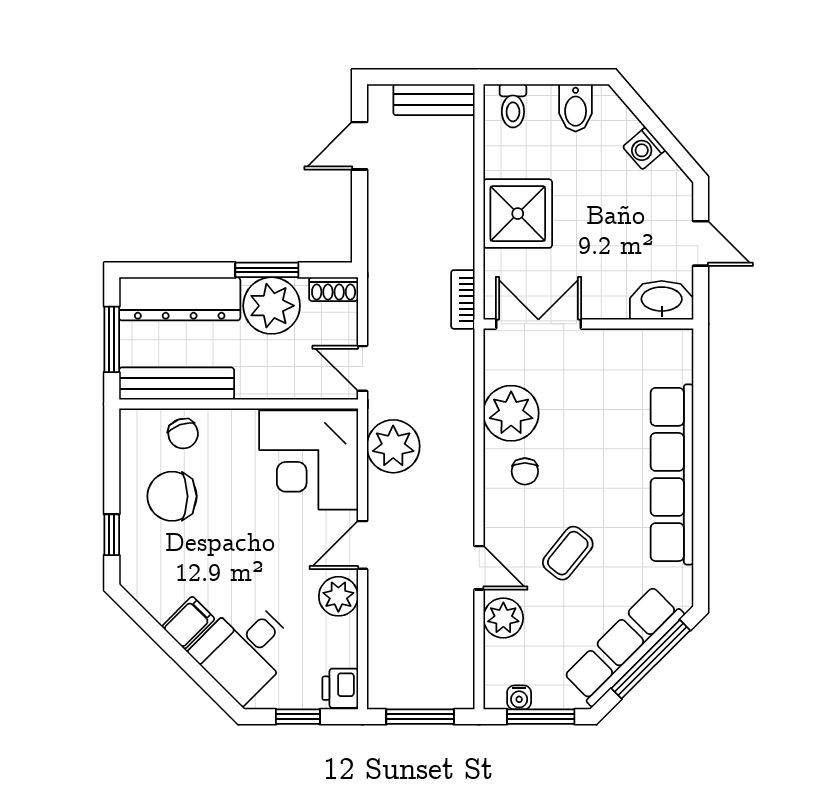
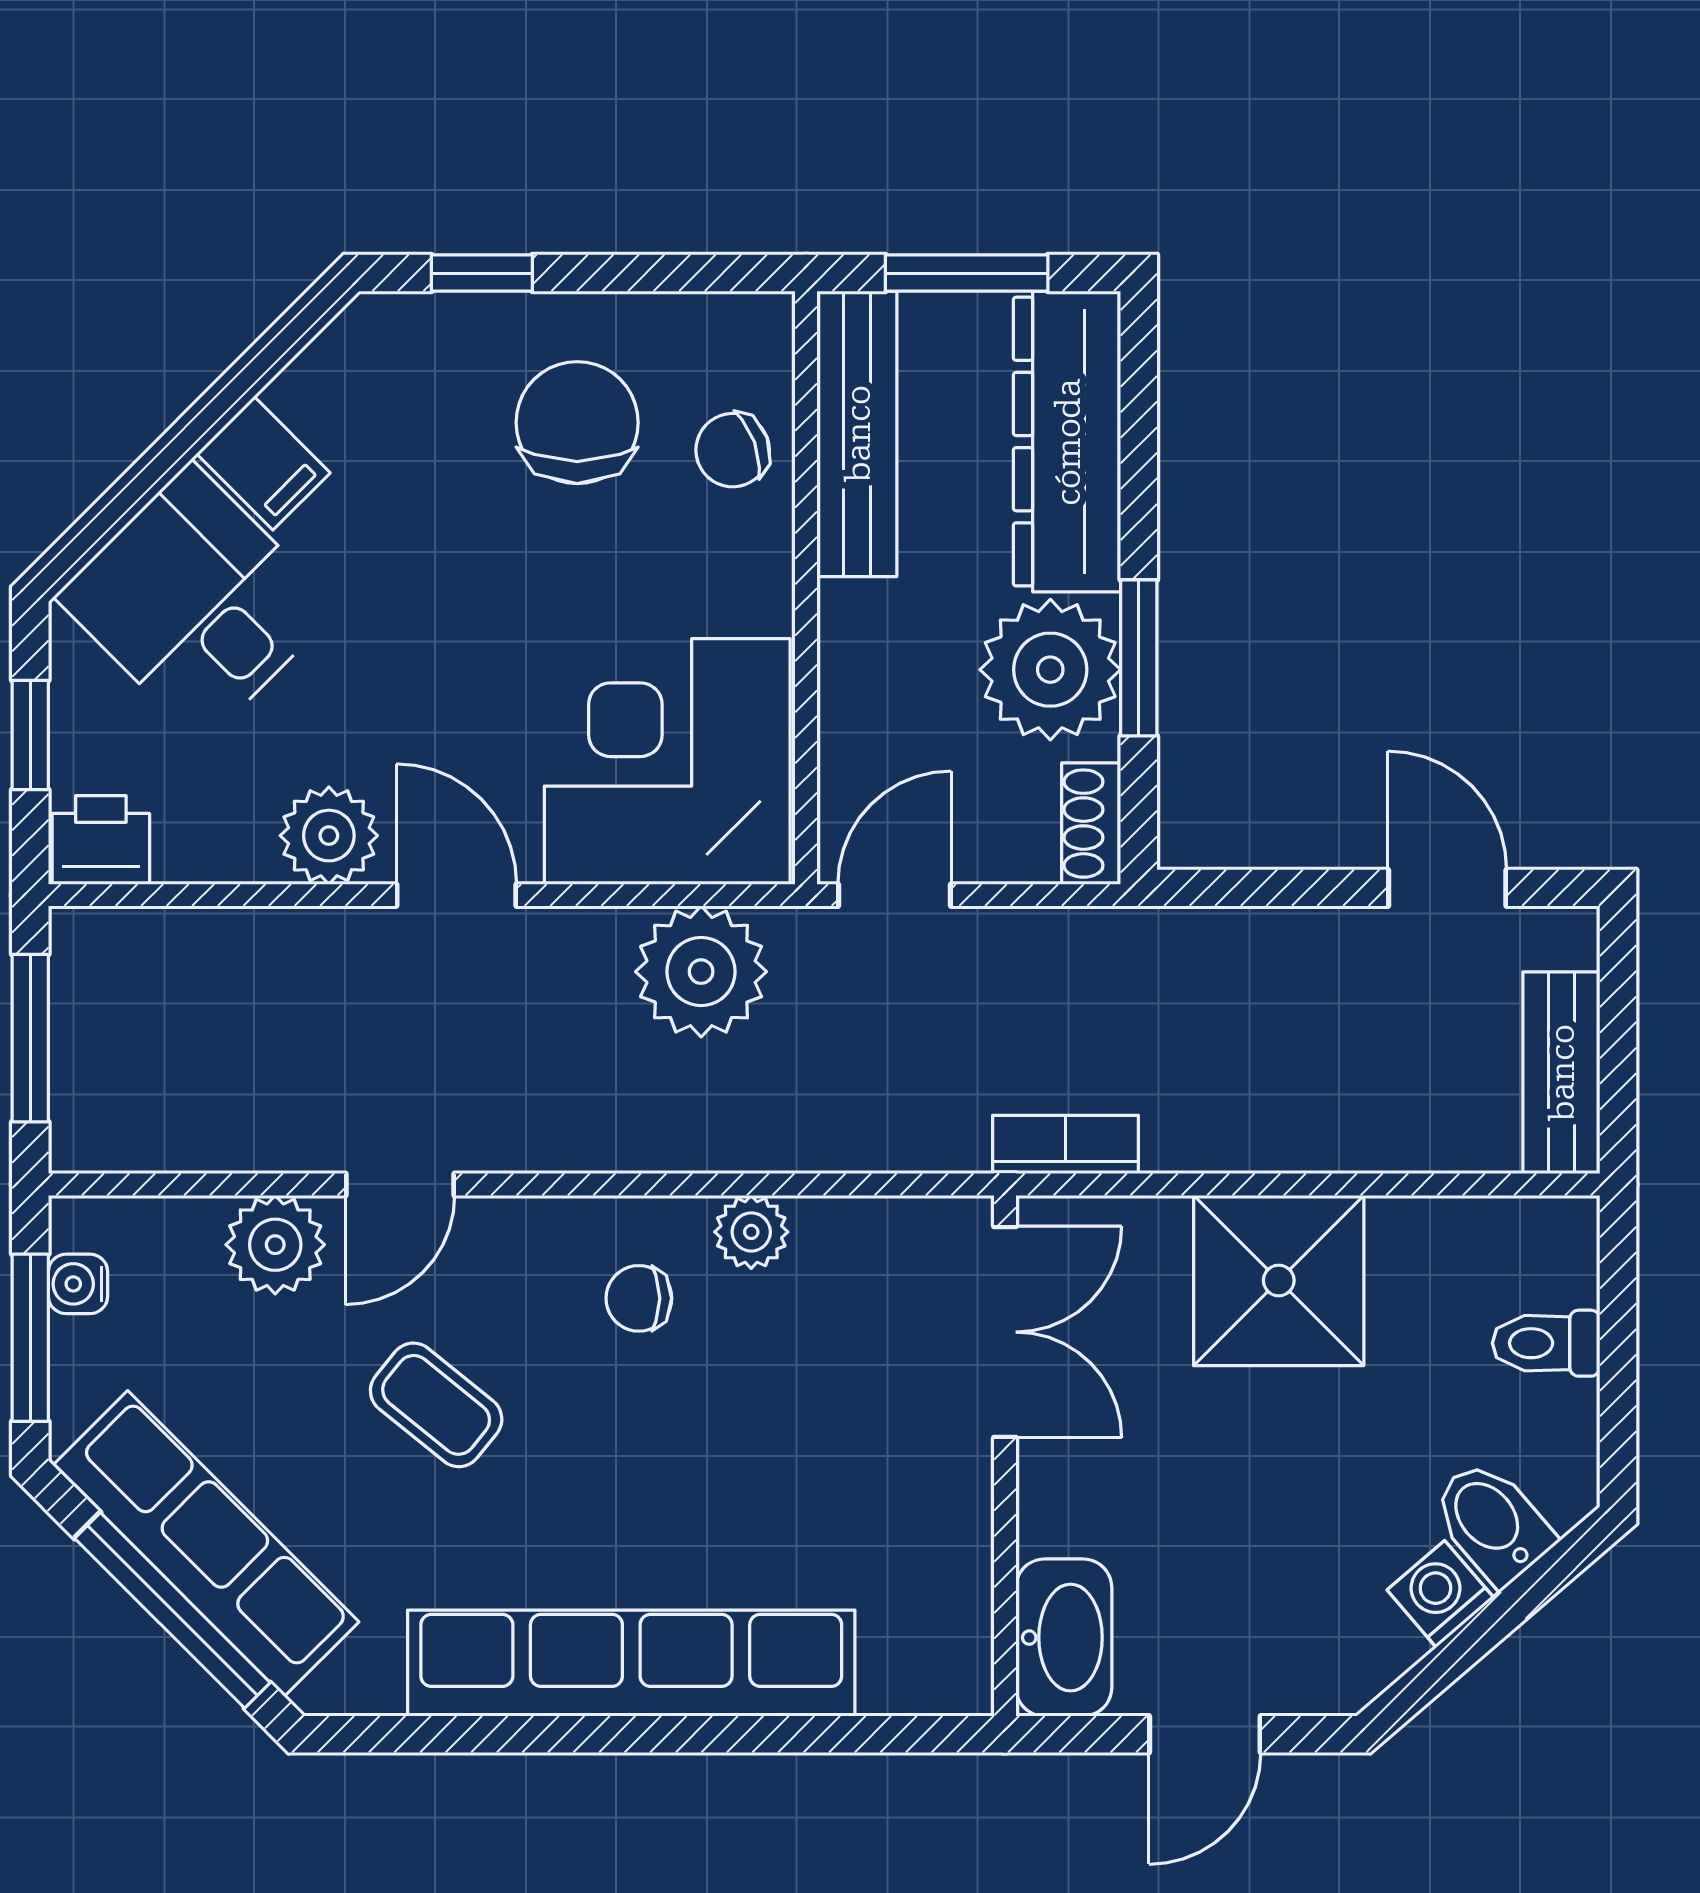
toilet: (513, 106) -> (1546, 1343), moved
bidet: (576, 108) -> (1492, 1522), moved, turned 49
plant: (511, 413) -> (751, 1232), width x0.53, depth x0.53

